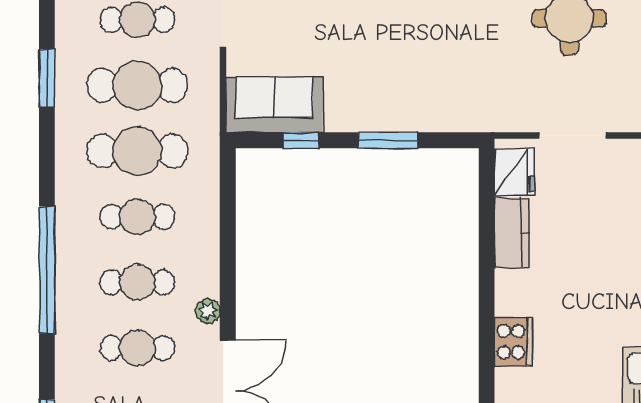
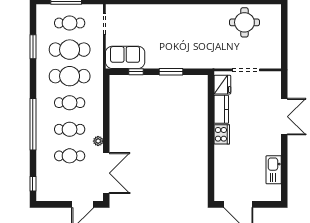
cooker: (513, 342) -> (222, 134), moved

